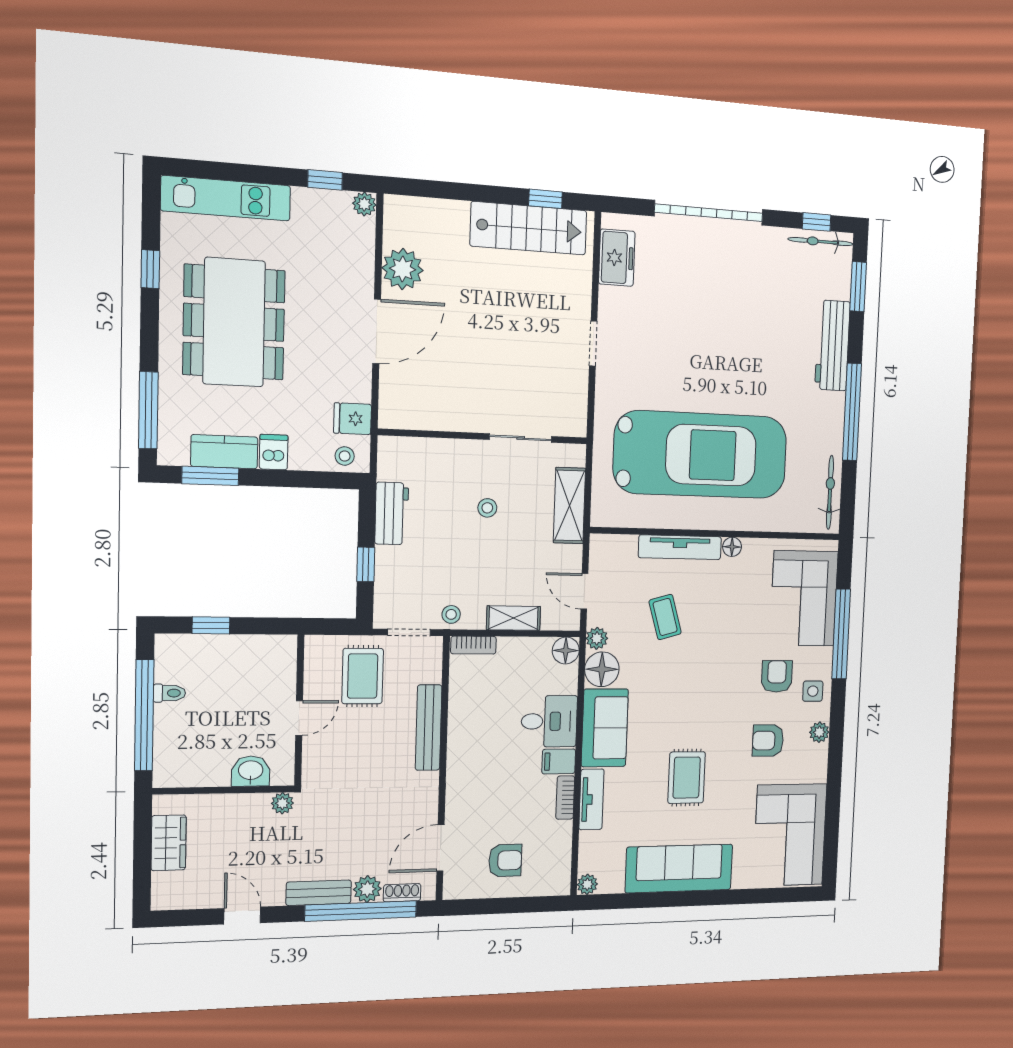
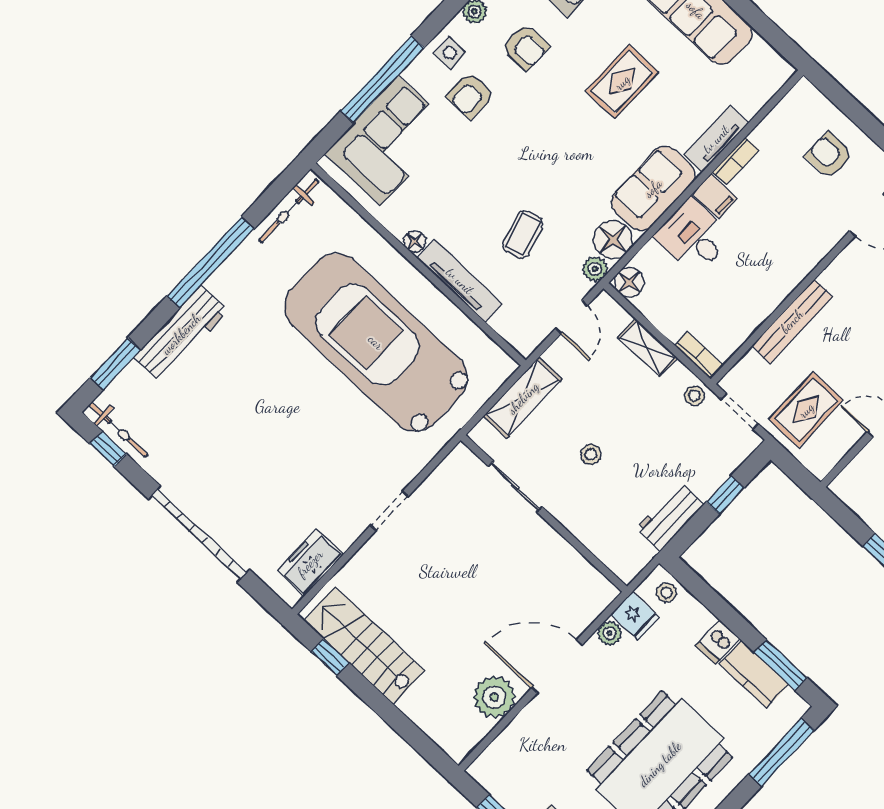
plant: (364, 204) -> (610, 633), moved
plant: (587, 884) -> (782, 71), removed

